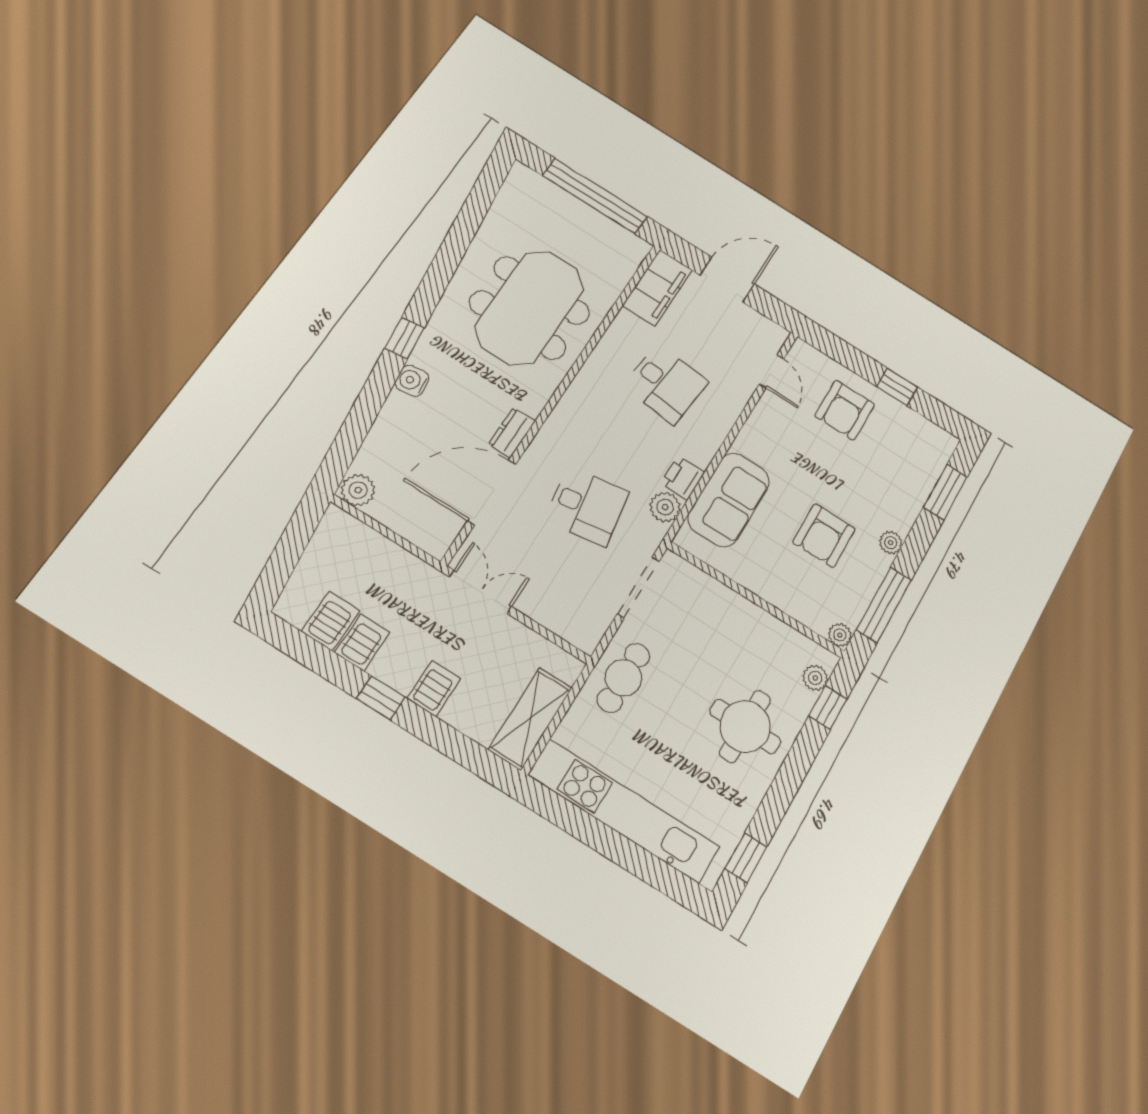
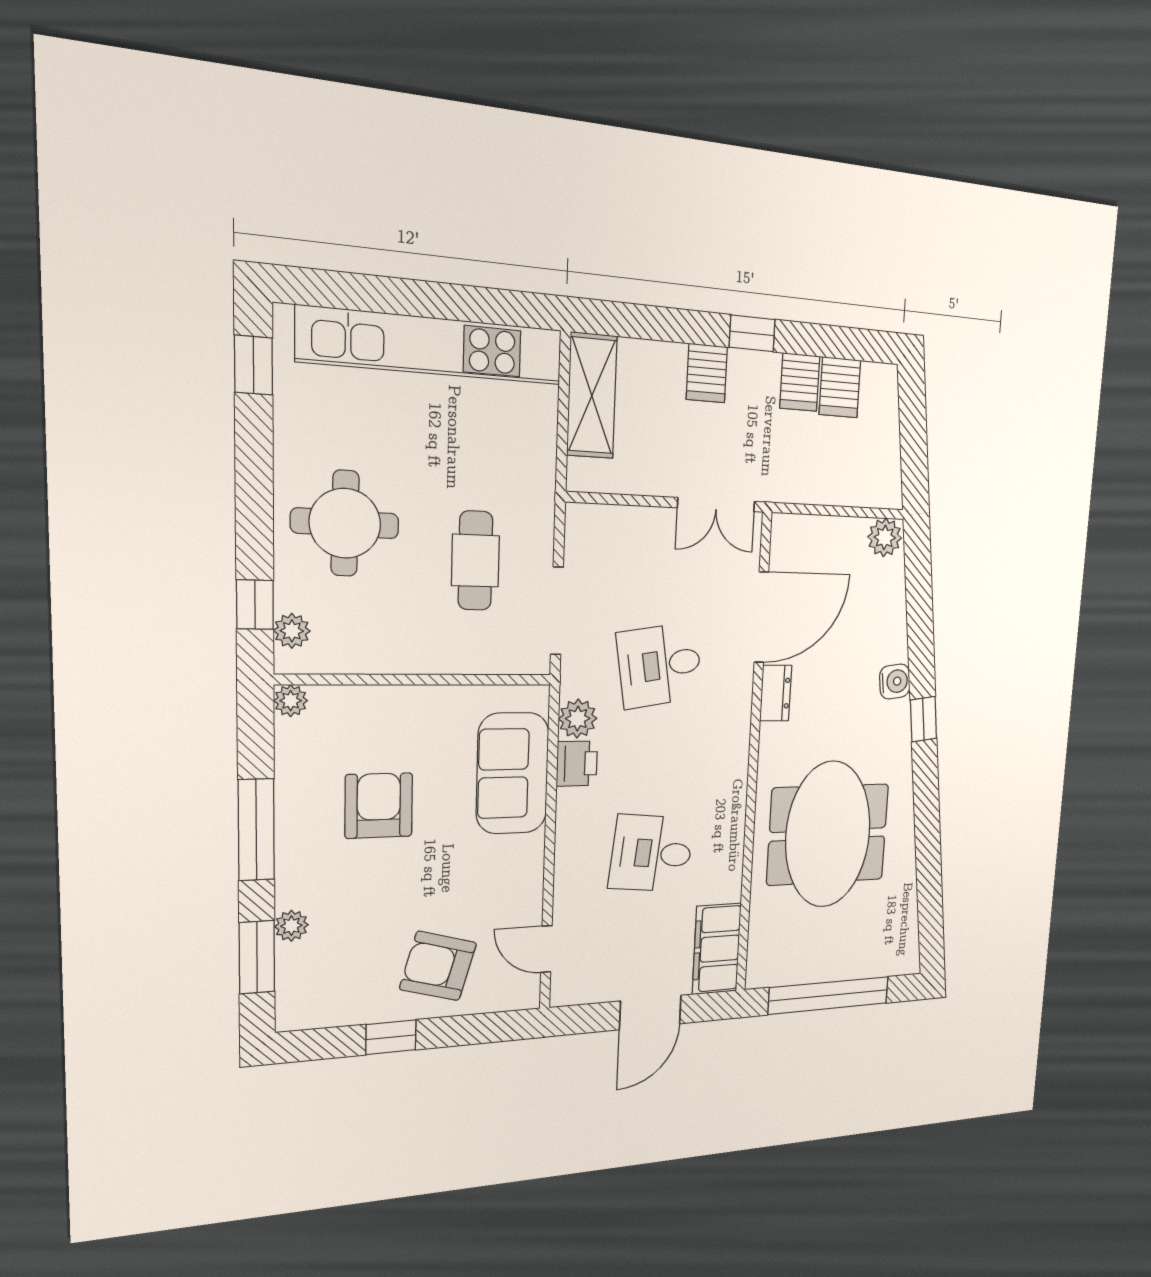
armchair: (845, 410) -> (438, 966), turned -74
plant: (891, 543) -> (291, 926), moved
window: (884, 605) -> (256, 830), moved
cafe table: (623, 678) -> (475, 561), moved

